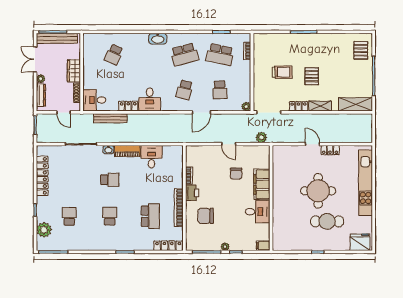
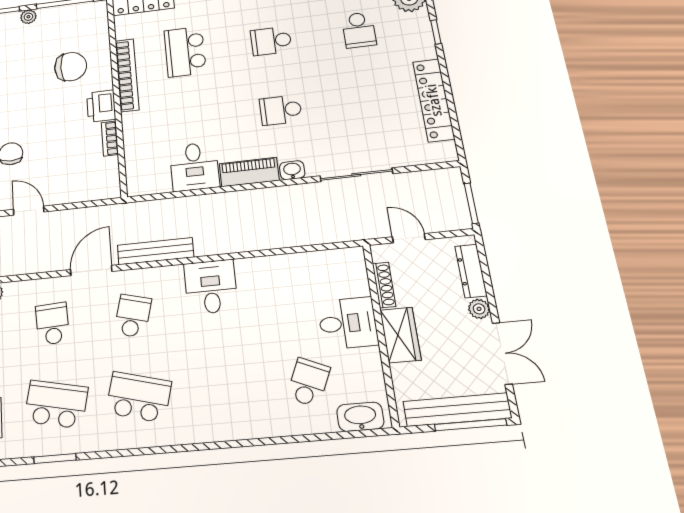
washbasin: (158, 39) -> (360, 417), moved
school desk: (185, 54) -> (139, 397), turned 30
desk: (94, 100) -> (348, 323), moved
locker: (128, 106) -> (259, 267), removed
bench: (110, 118) -> (155, 251), moved
school desk: (110, 216) -> (271, 41), turned 90

